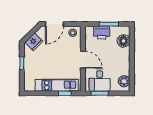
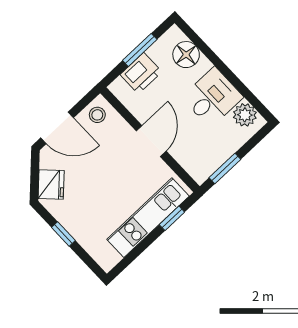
door: (54, 24) -> (57, 128), hinge flipped
door: (83, 60) -> (151, 141), hinge flipped
desk: (100, 80) -> (212, 97), moved, turned -90

